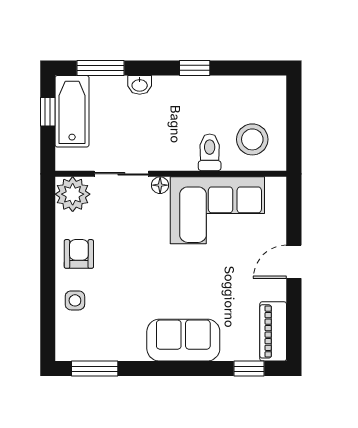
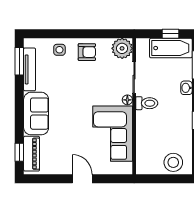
stool: (252, 139) -> (173, 162), moved
toilet: (210, 152) -> (147, 103), moved
piano: (273, 331) -> (32, 154), moved, turned 90
tv unit: (108, 351) -> (30, 69), added

